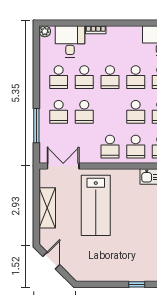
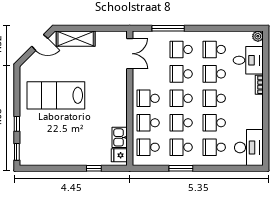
school desk: (110, 112) -> (181, 98), added
lab bench: (96, 205) -> (56, 95), moved
shelving: (47, 208) -> (76, 39), moved

